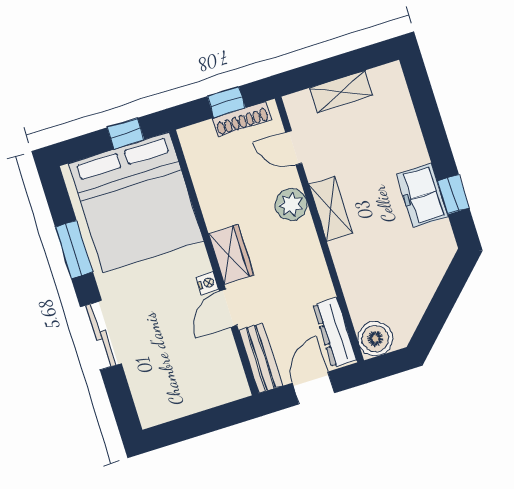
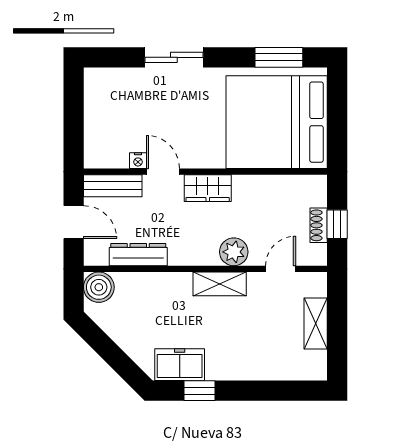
shoe rack: (242, 119) -> (319, 225), width x0.70
window: (126, 134) -> (337, 131), removed
freezer: (422, 195) -> (180, 365), moved
window: (74, 249) -> (279, 57), moved
nightstand: (207, 283) -> (138, 161), moved
dresser: (335, 332) -> (138, 255), moved

